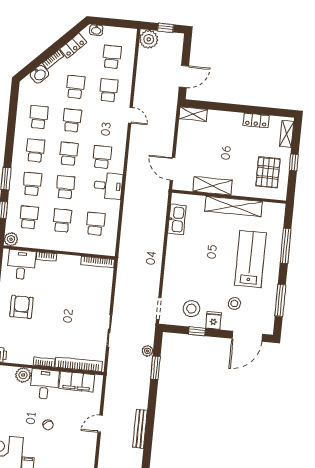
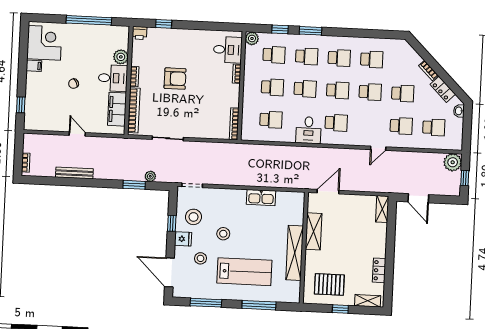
washbasin: (39, 74) -> (413, 58), removed
kitchen sink: (177, 219) -> (261, 198), moved
stool: (210, 279) -> (223, 234), added
armchair: (21, 307) -> (175, 79), moved

